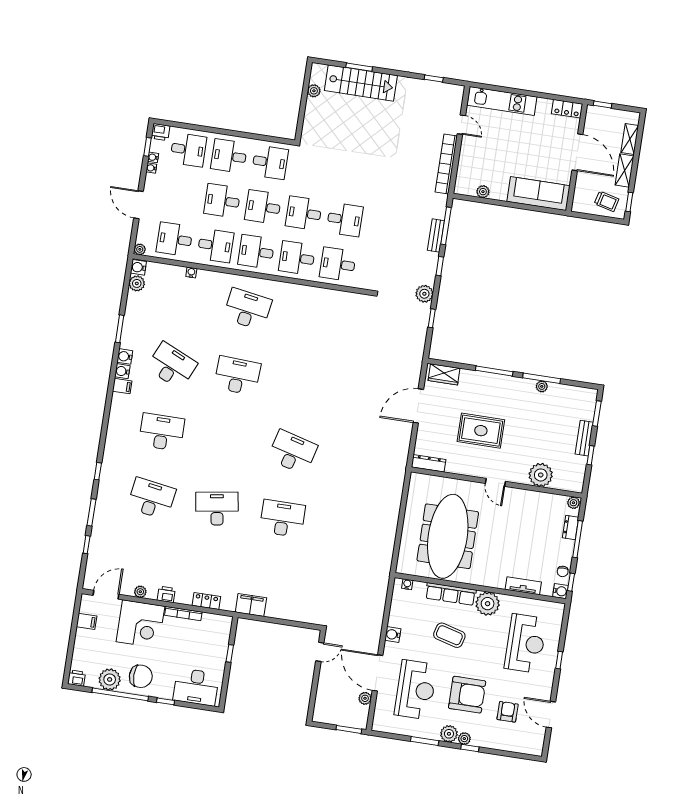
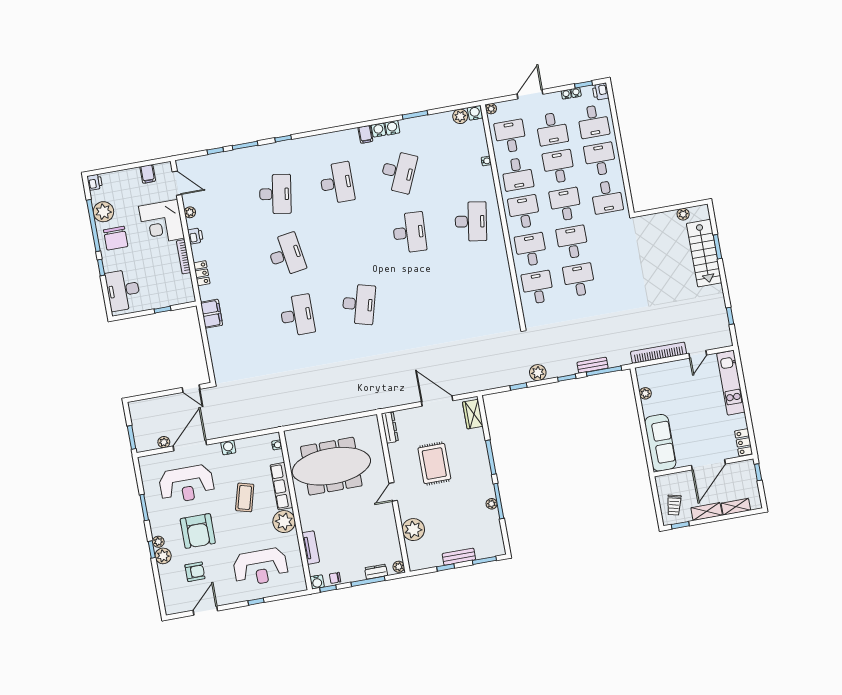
desk: (181, 195) -> (552, 129), added
desk: (345, 219) -> (579, 280), turned 180
plant: (449, 734) -> (163, 556), moved

